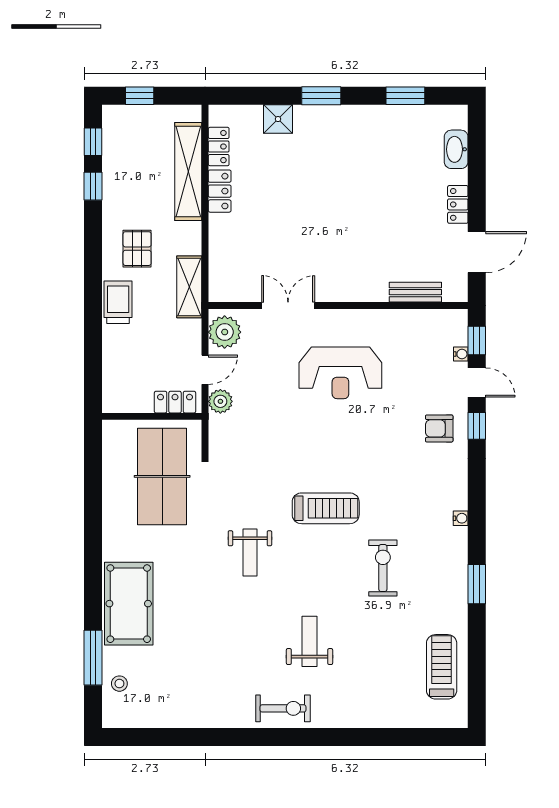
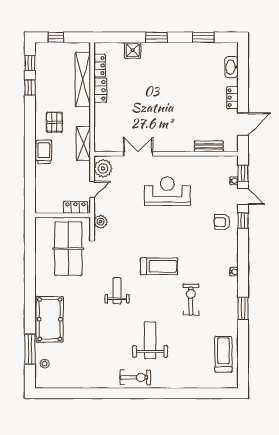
reception desk: (340, 373) -> (167, 191), turned 180
plant: (220, 401) -> (101, 222), moved
weight bench: (250, 553) -> (117, 291), turned 180
weight bench: (310, 641) -> (150, 340), width x1.36, depth x1.33

